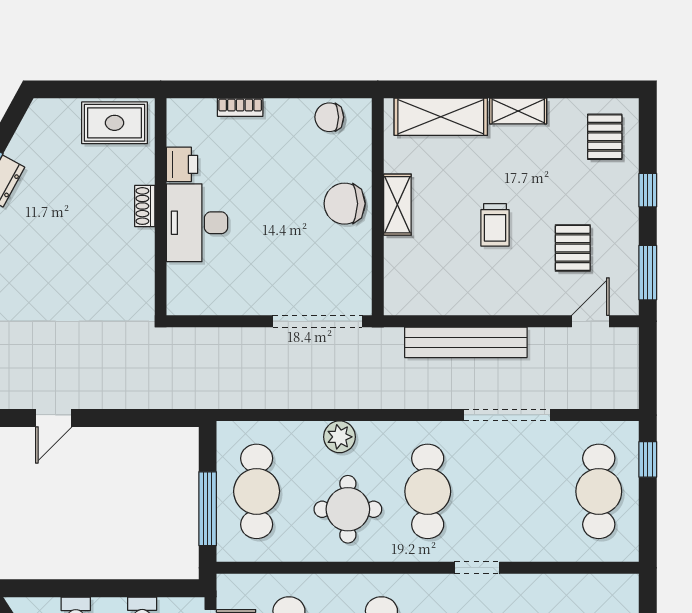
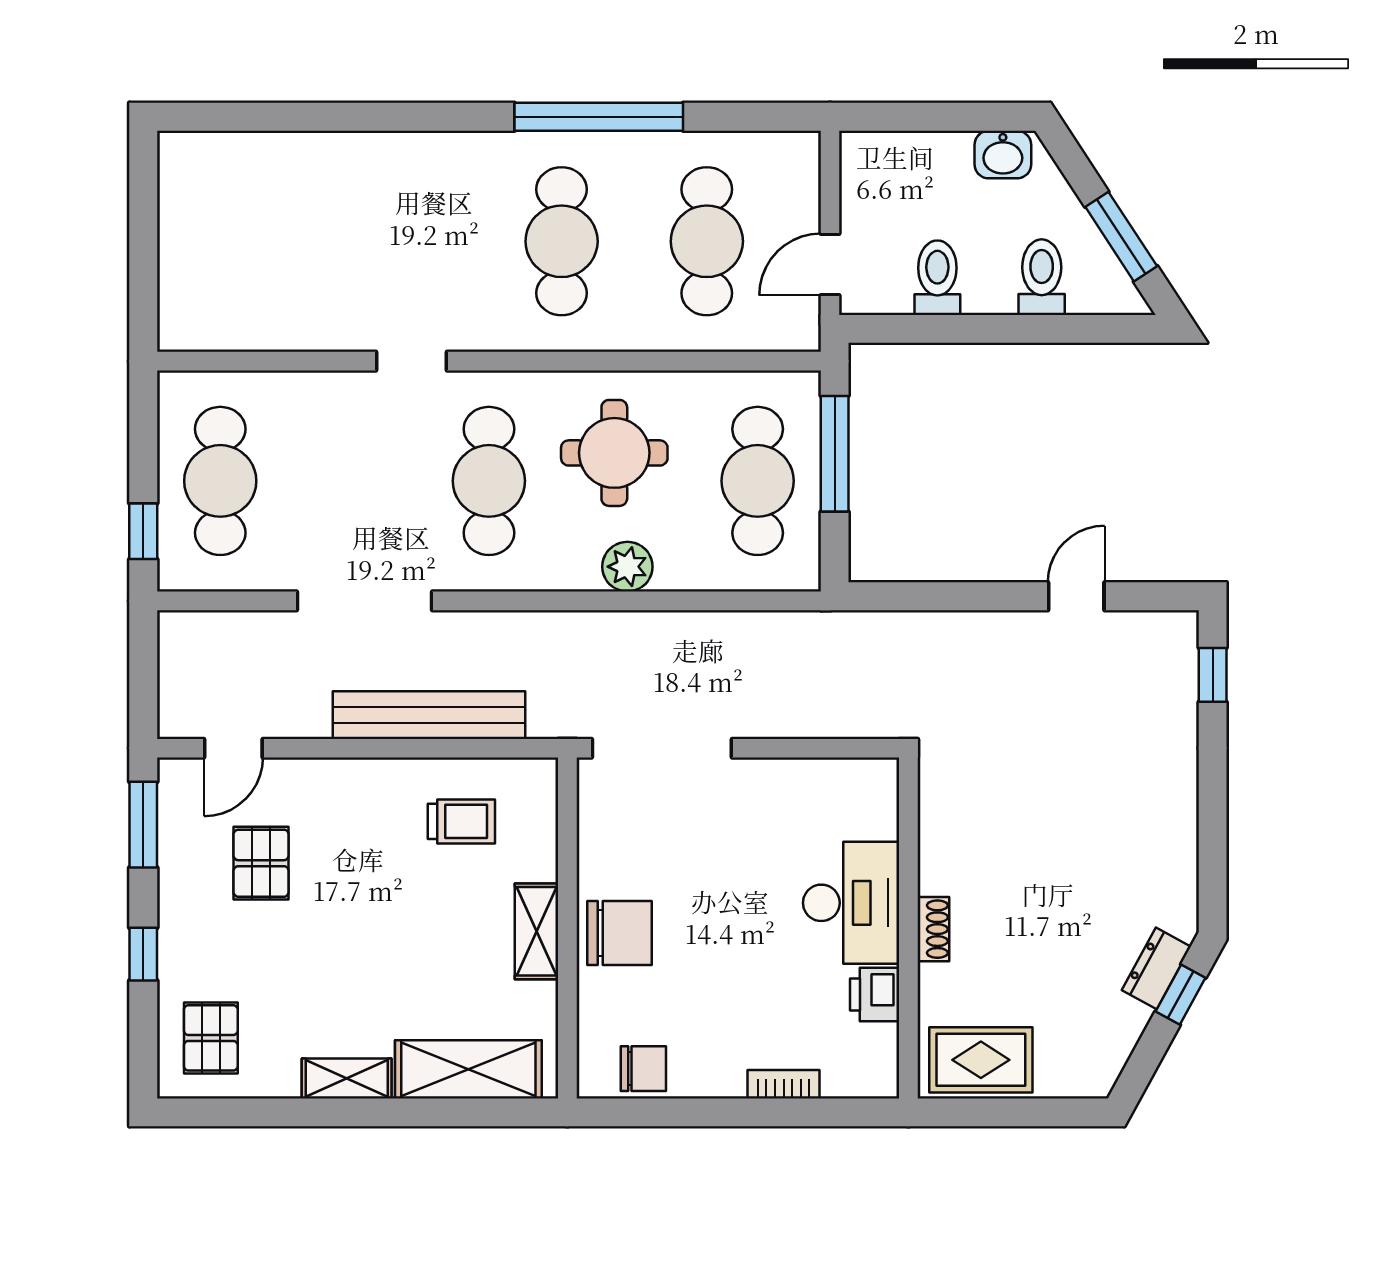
trolley: (495, 225) -> (461, 821), moved, turned 90

